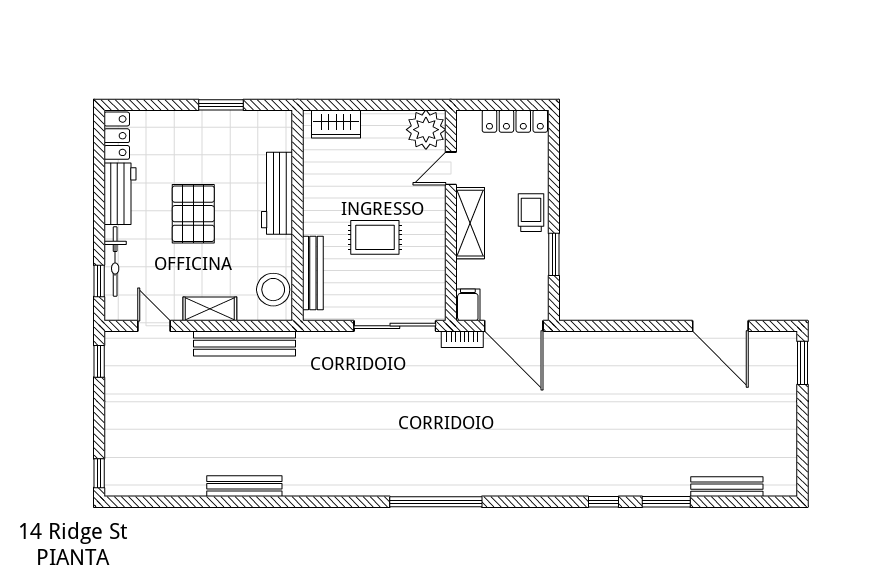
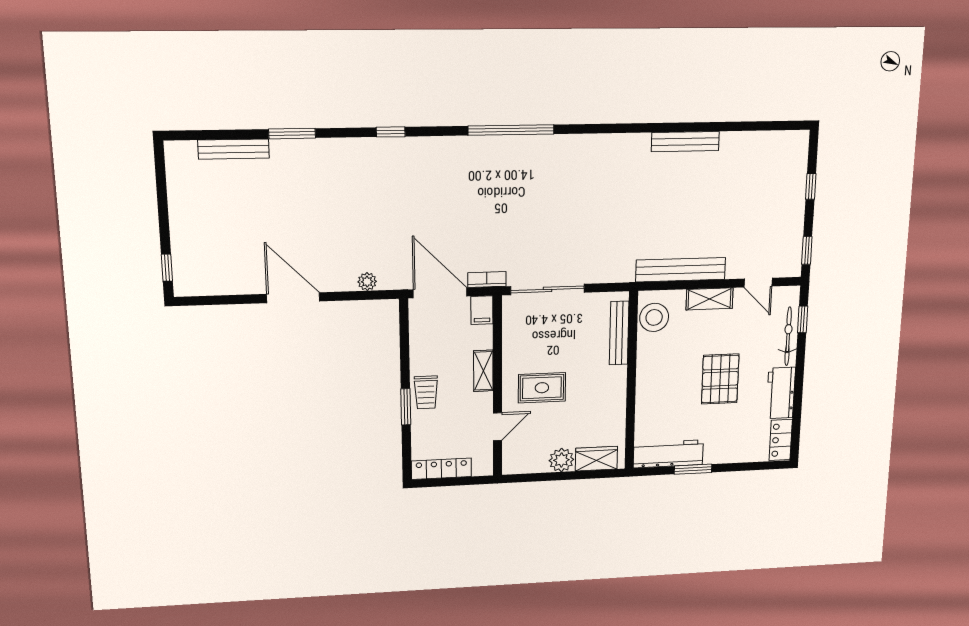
plant: (426, 130) -> (561, 460), moved, width x0.73, depth x0.73
workbench: (277, 193) -> (668, 454), moved, turned -90
shelving: (470, 223) -> (483, 371), width x0.67, depth x0.75
rug: (375, 237) -> (542, 388), moved
window: (554, 254) -> (406, 407), moved
door: (720, 326) -> (293, 298), moved
plant: (593, 341) -> (367, 282), added
window: (803, 363) -> (167, 268), width x0.67
window: (99, 473) -> (811, 186), moved
window: (603, 502) -> (391, 132), moved

